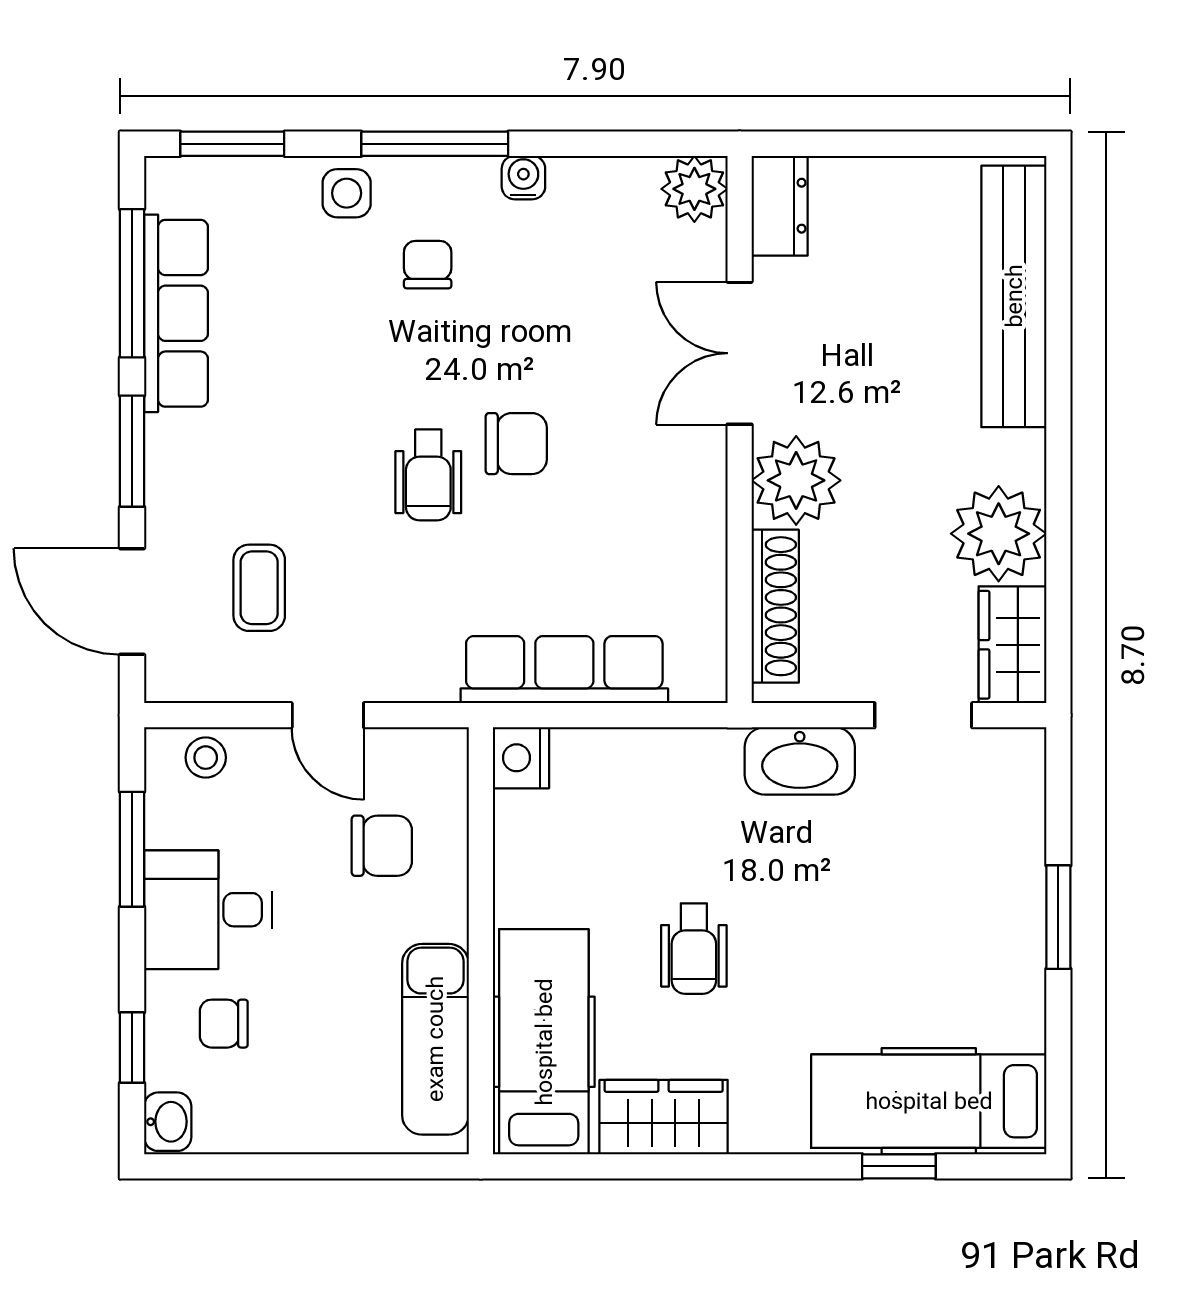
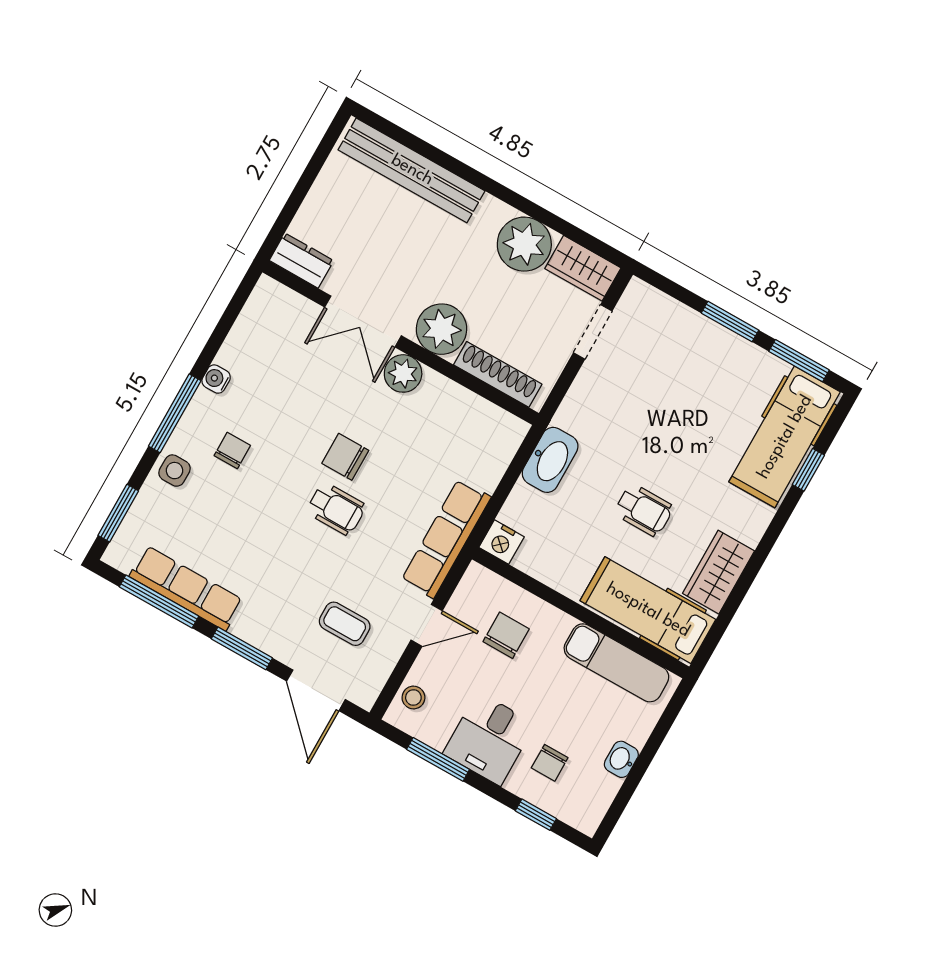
plant: (694, 189) -> (403, 373), moved
chair: (428, 265) -> (232, 451), turned 90
chair: (516, 444) -> (345, 457), turned -90
door: (132, 601) -> (316, 690), hinge flipped
row of seats: (564, 670) -> (446, 539), moved
washbasin: (800, 761) -> (550, 460), moved
window: (1058, 1057) -> (799, 361), added
washbasin: (168, 1122) -> (621, 759), moved, turned -90

